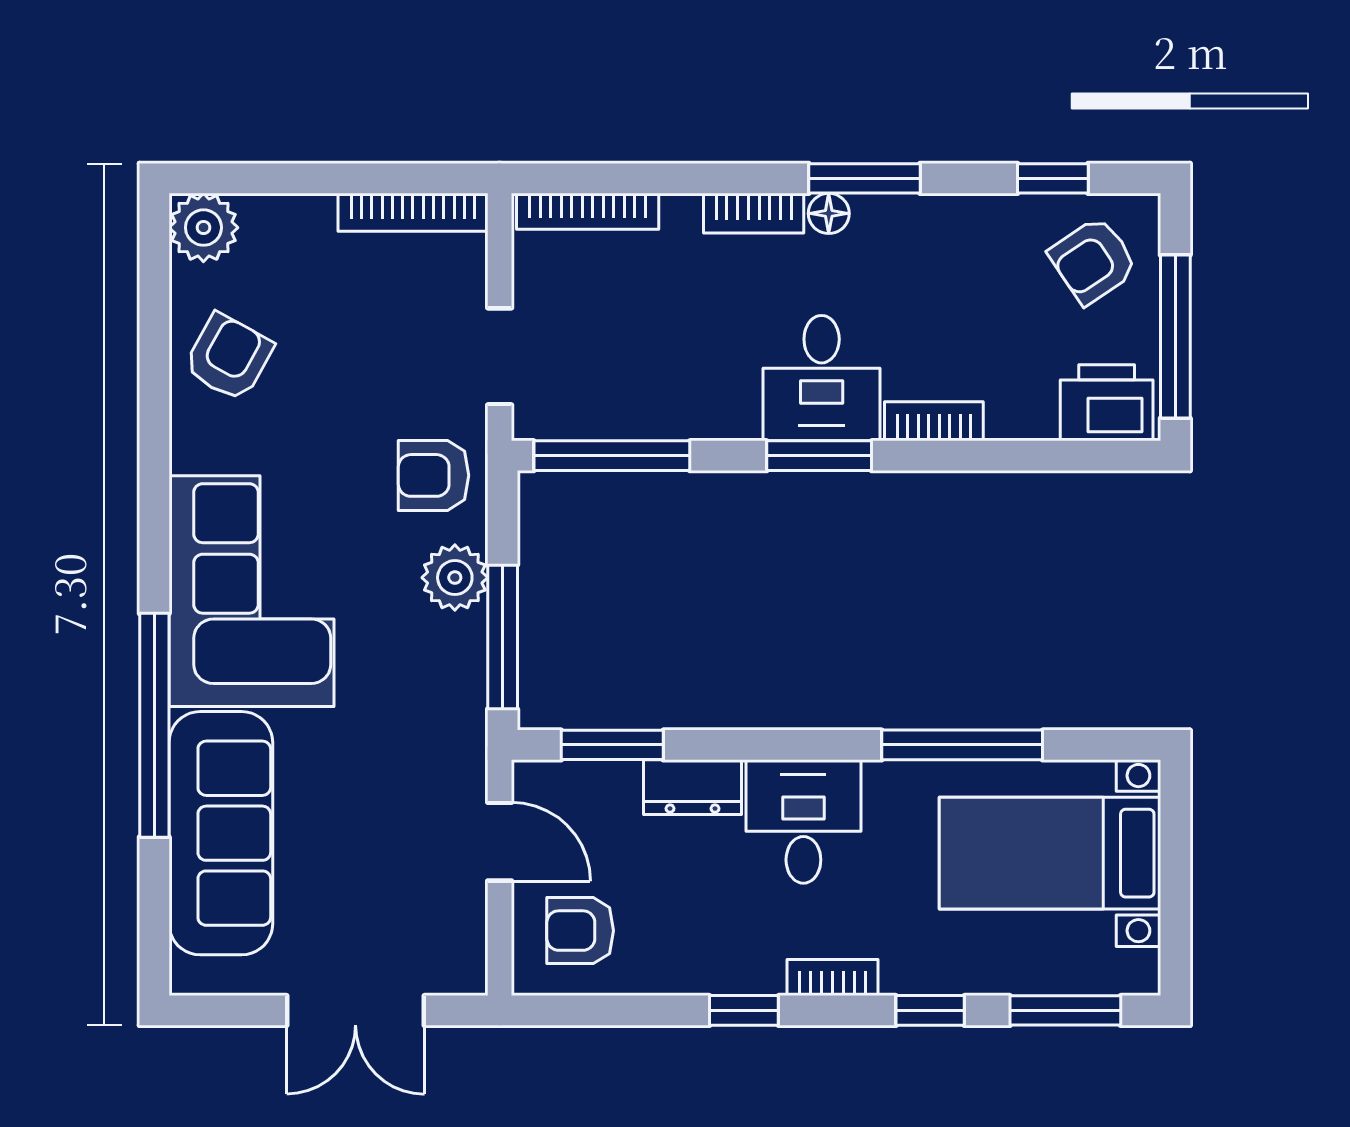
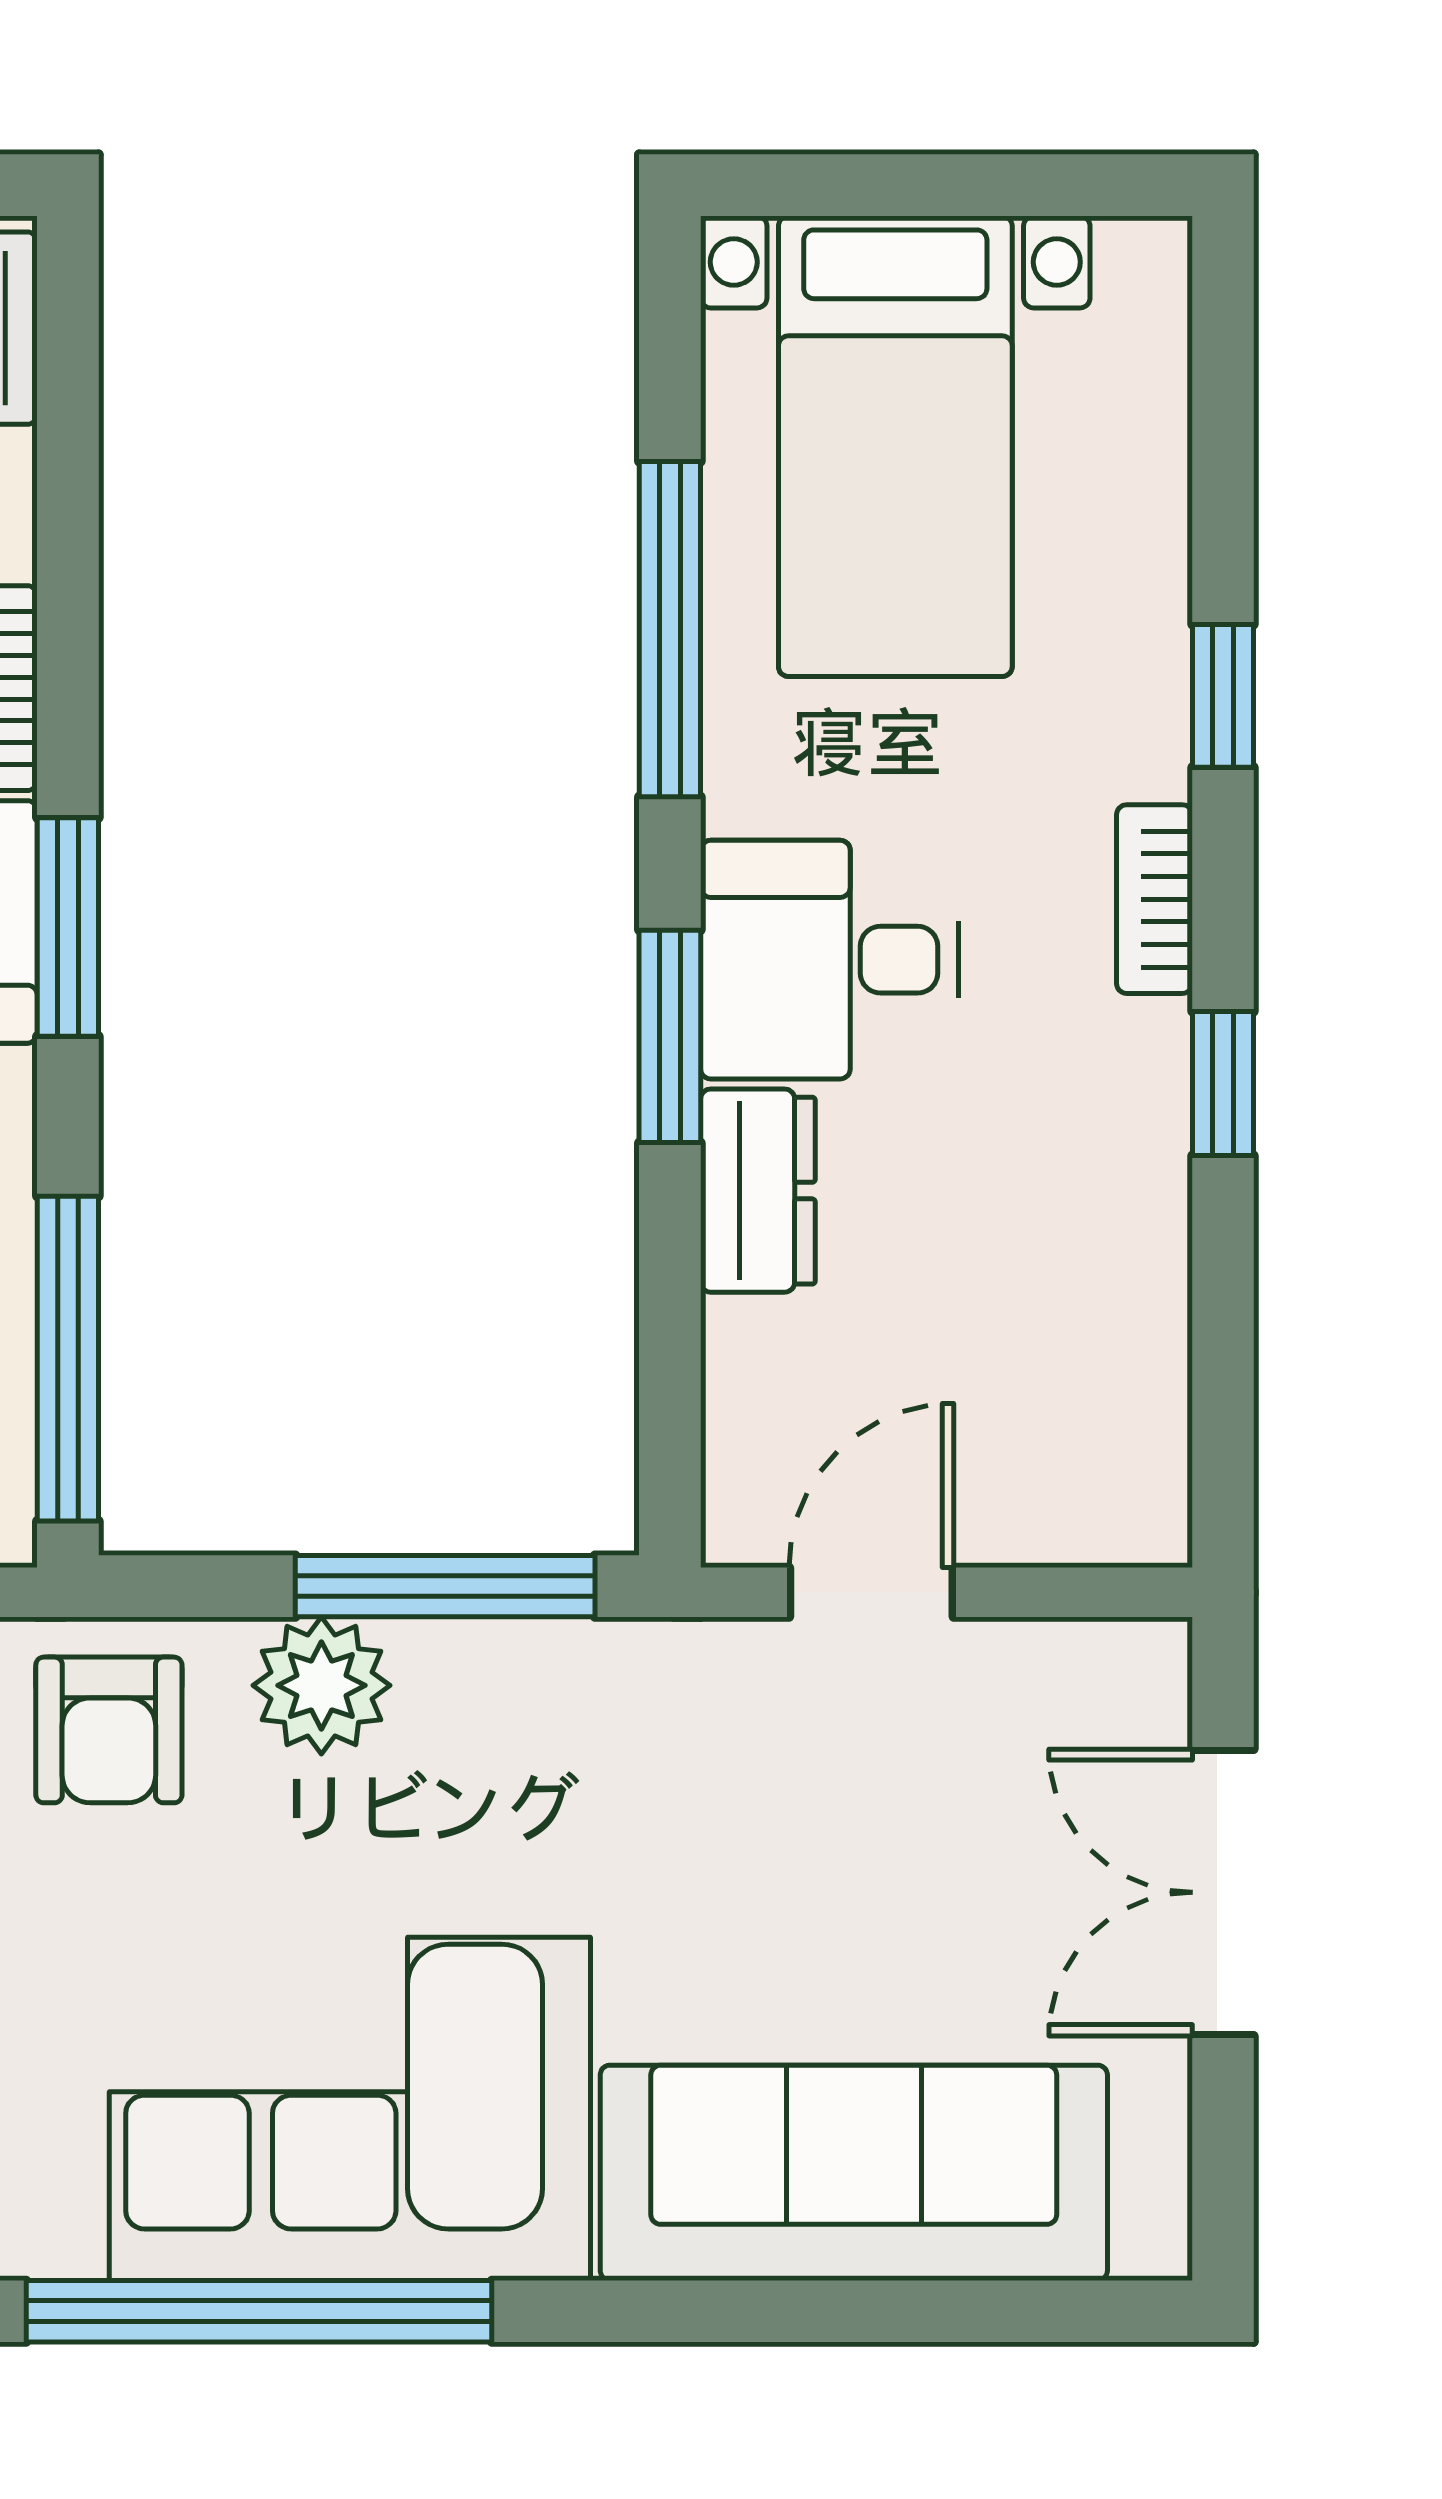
window: (154, 725) -> (259, 2311), moved
window: (612, 745) -> (670, 1036), moved
armchair: (580, 931) -> (1057, 1425), removed
double door: (355, 1010) -> (1223, 1892), swing flipped
window: (1065, 1010) -> (1223, 414), removed

